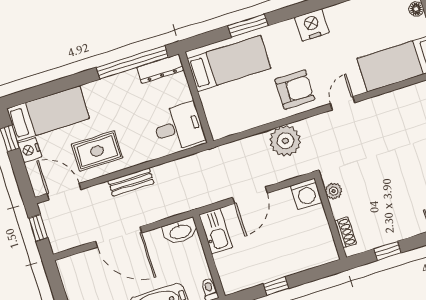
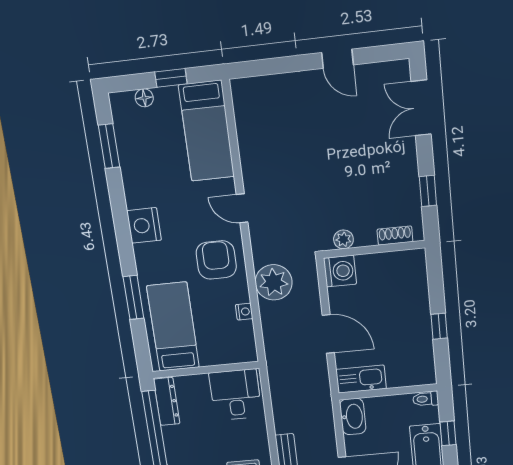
nightstand: (255, 121) -> (244, 312), added

